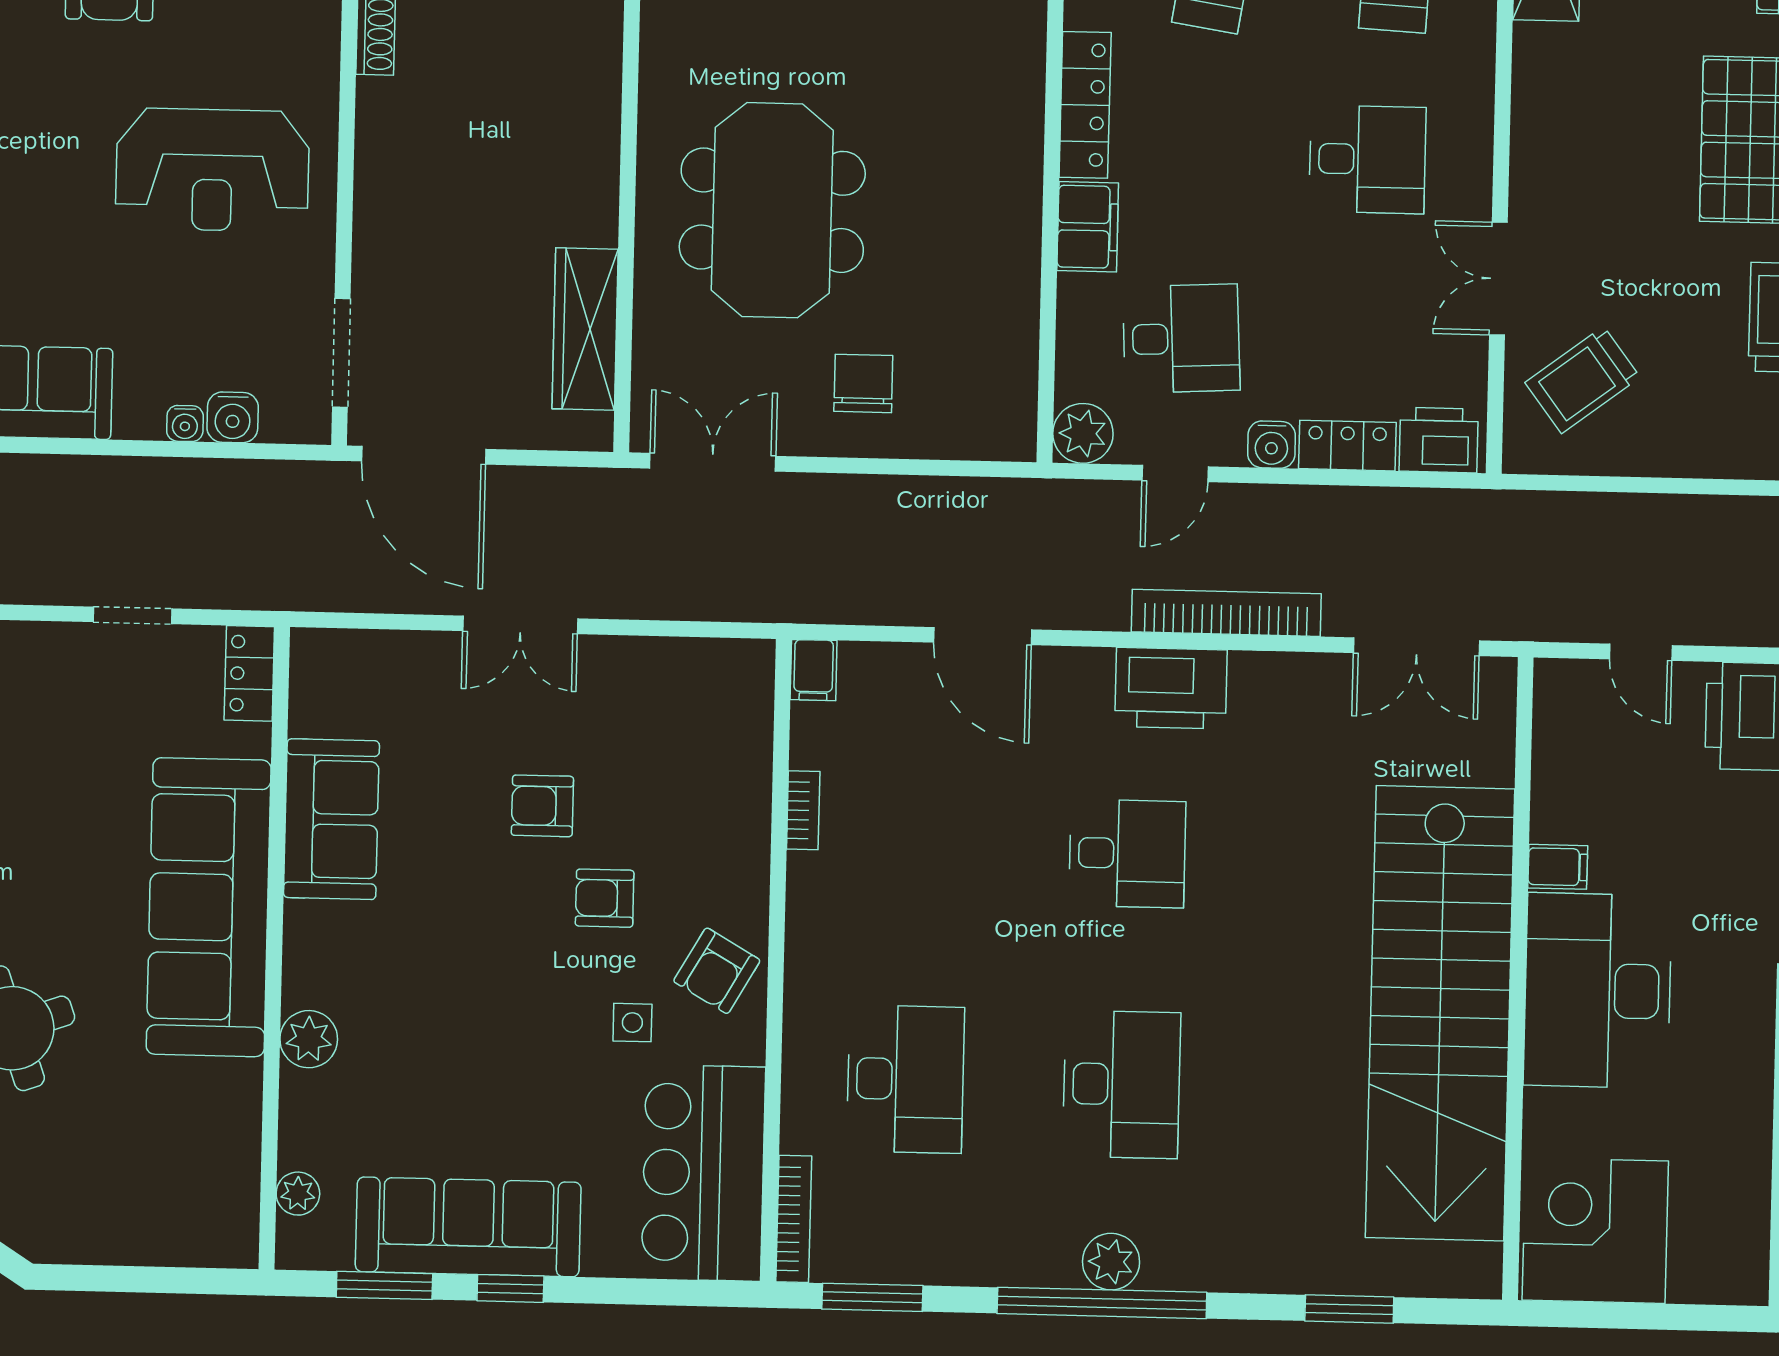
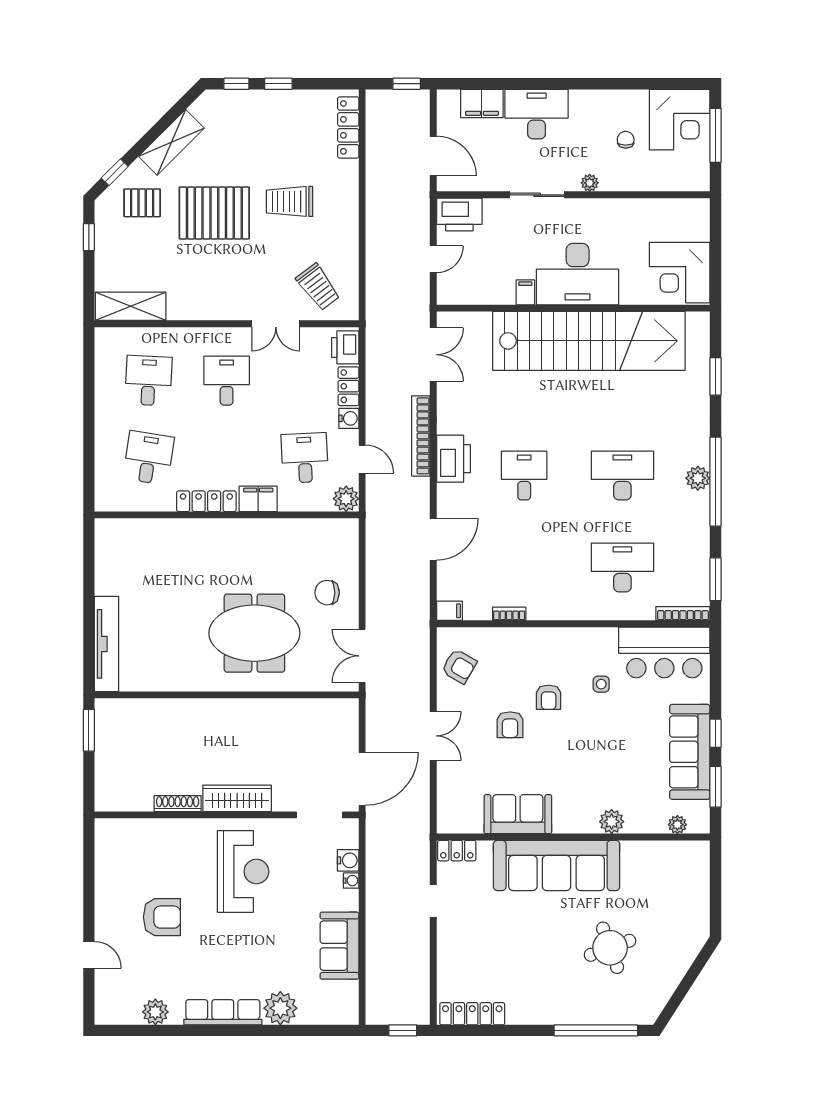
wardrobe: (585, 329) -> (237, 798), moved, turned 180
armchair: (717, 971) -> (459, 666), moved

